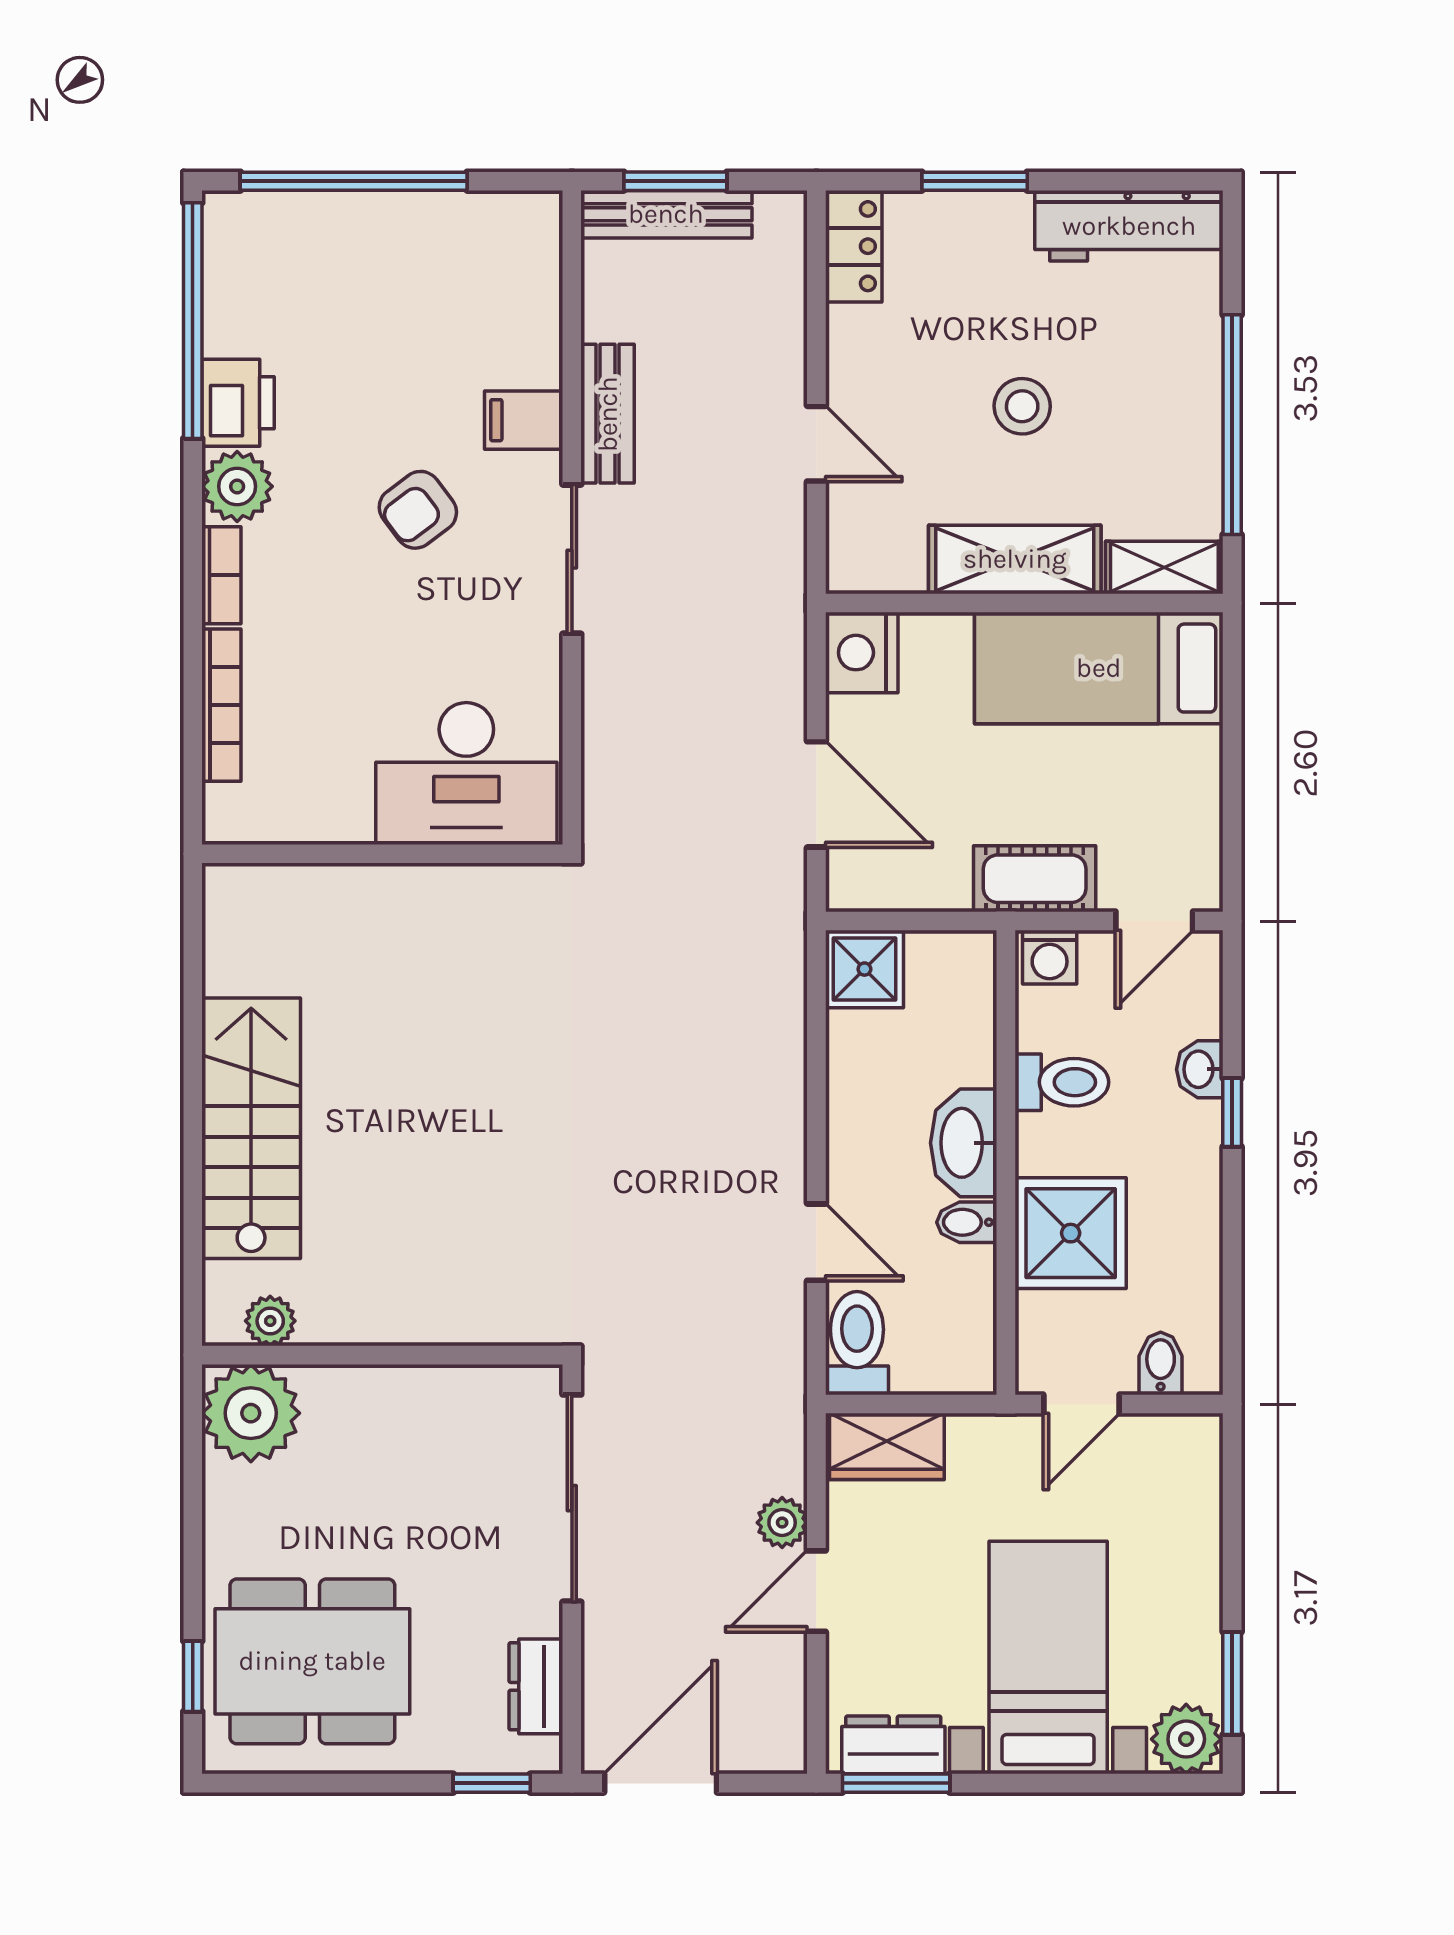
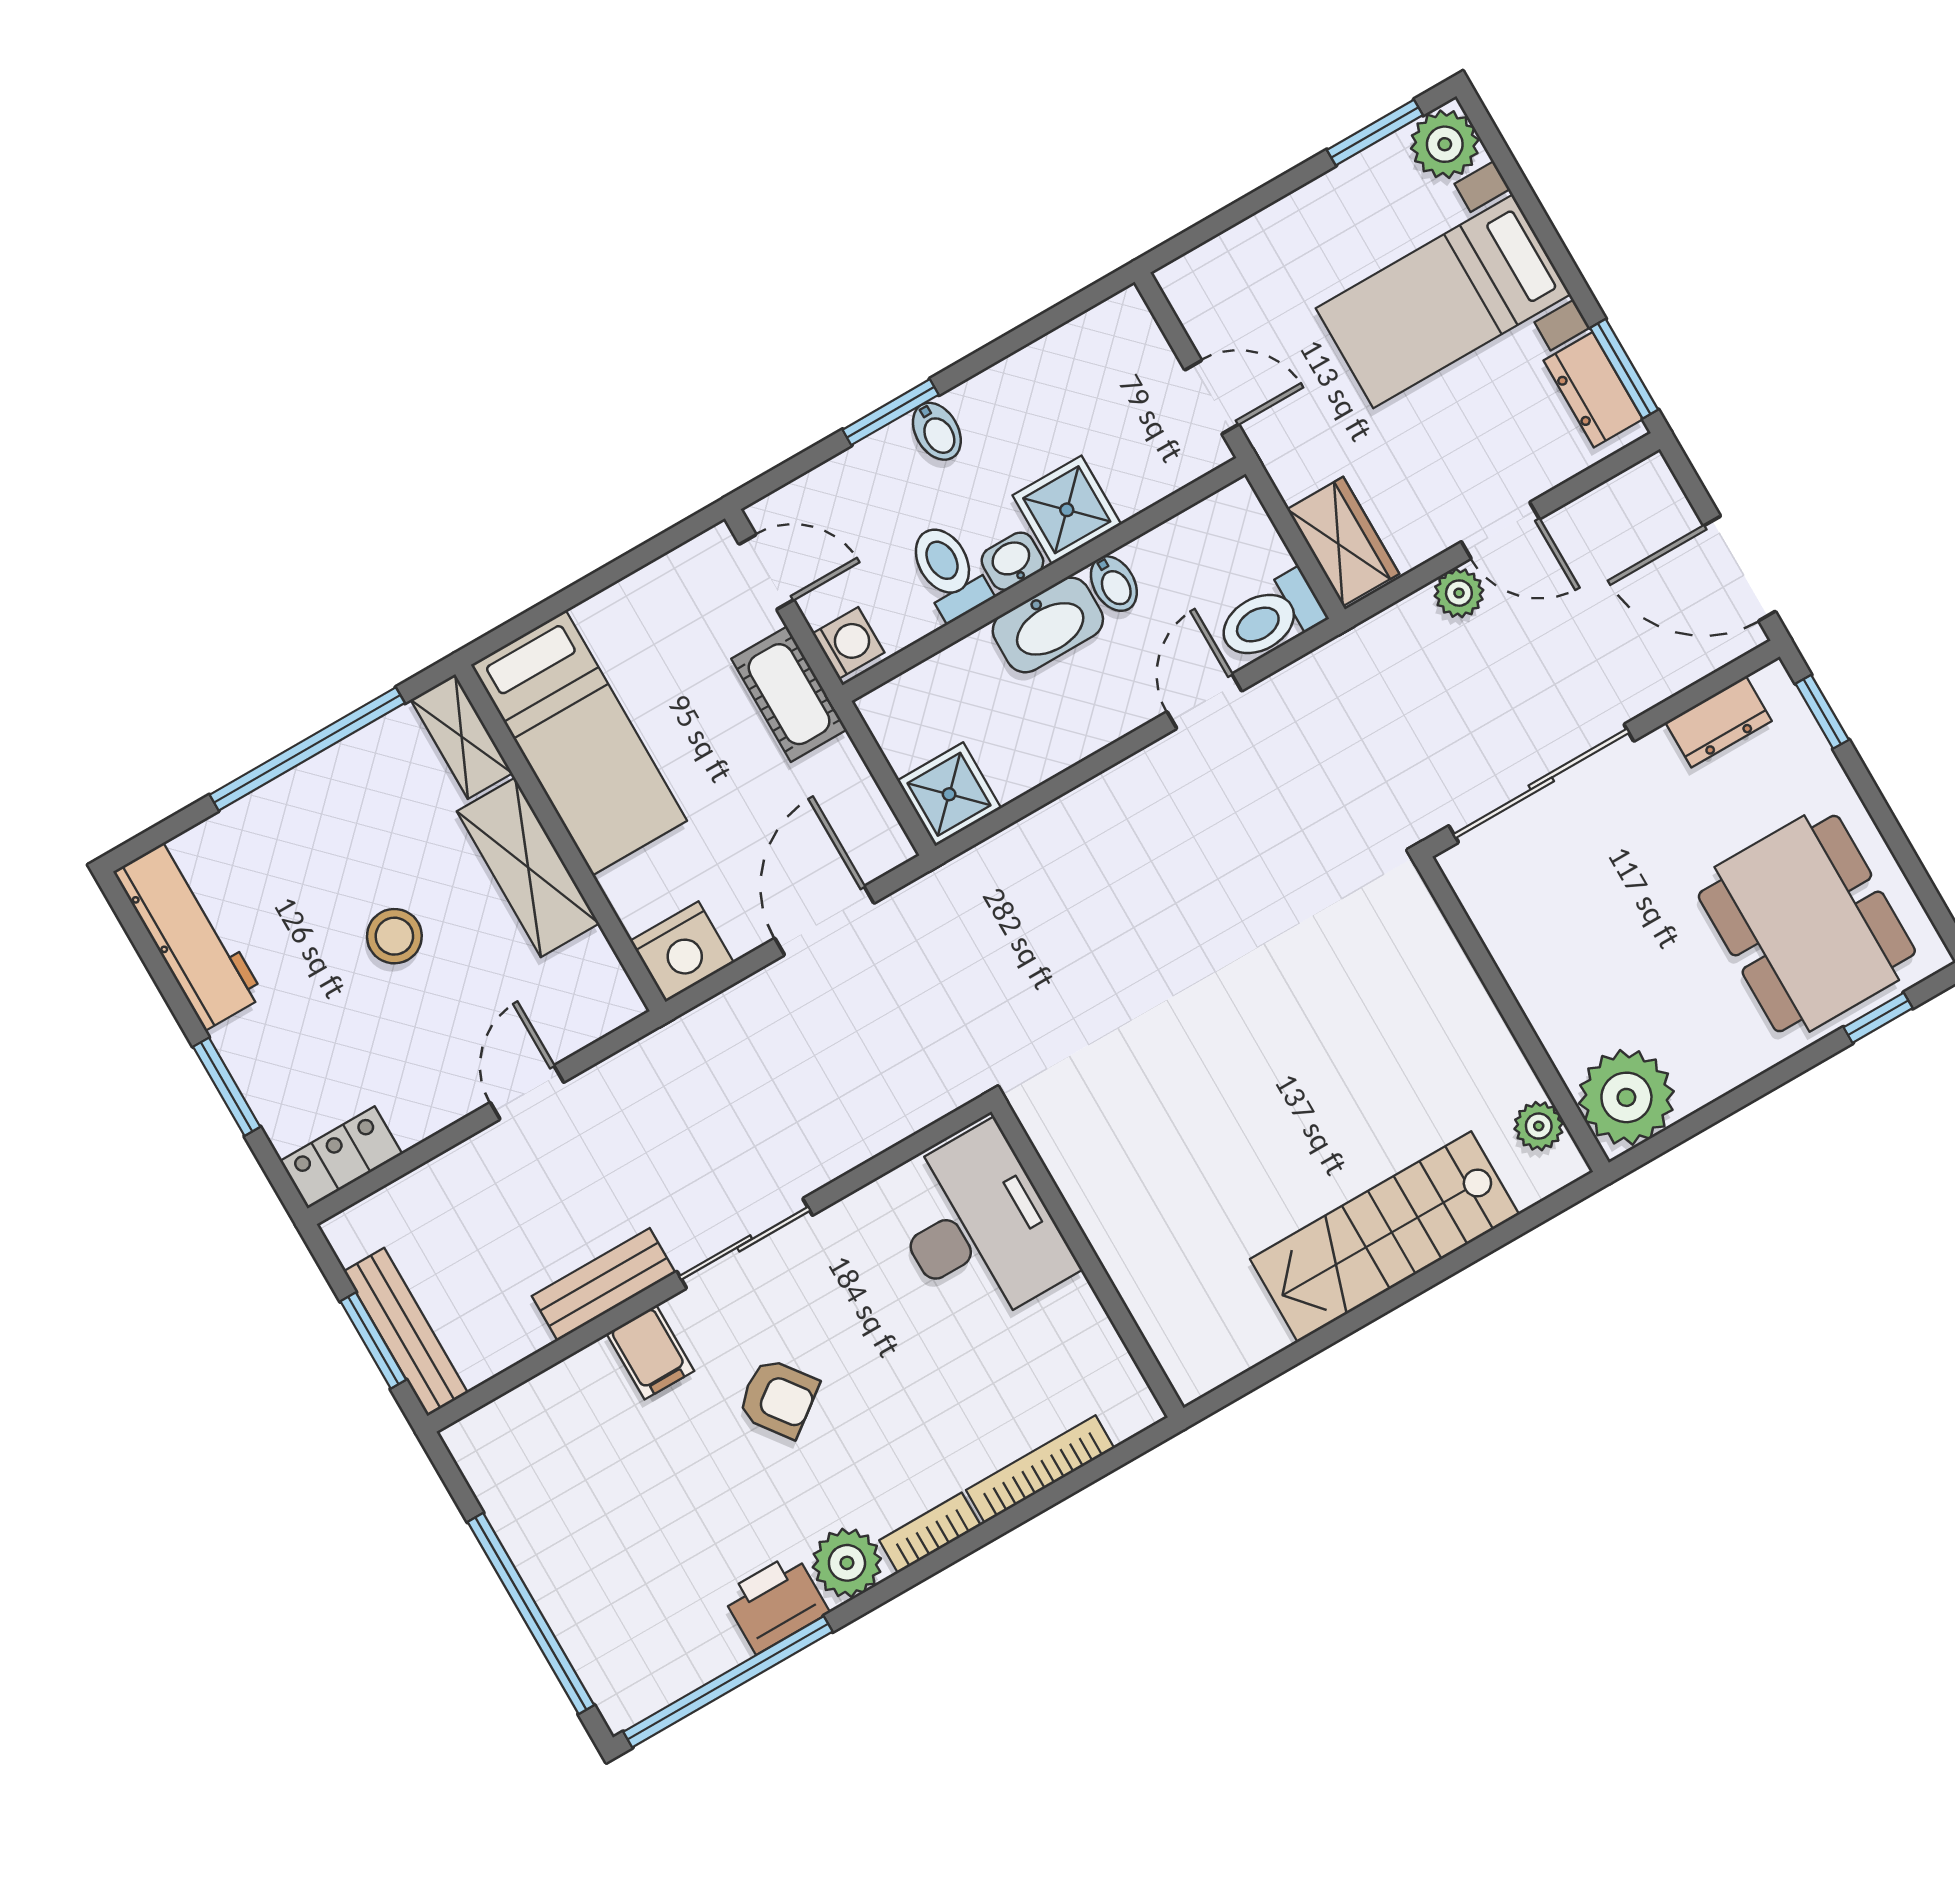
washbasin: (1200, 1069) -> (1012, 561), moved, turned 180
window: (1232, 1112) -> (891, 412), width x1.50
shower: (1071, 1233) -> (1067, 510), width x0.73, depth x0.73
bidet: (1161, 1363) -> (937, 431), moved, turned -90

